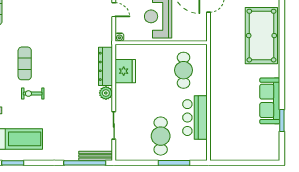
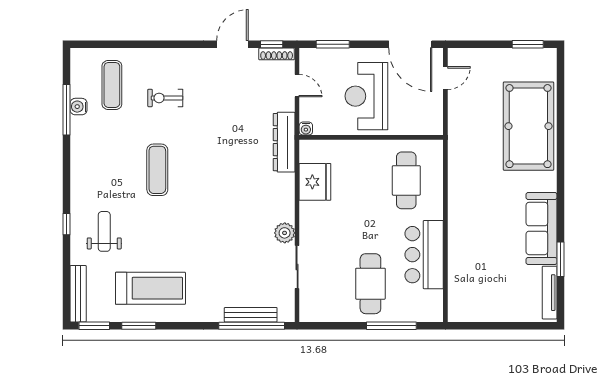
dresser: (106, 66) -> (284, 142), moved
plant: (106, 93) -> (285, 233), moved
exercise bike: (33, 94) -> (165, 98), moved
tv unit: (275, 142) -> (550, 293), added
bench: (96, 156) -> (251, 315), moved

